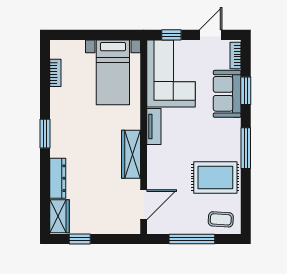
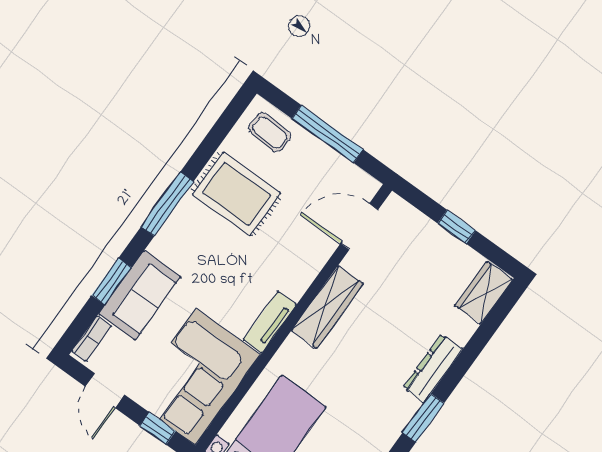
door: (211, 35) -> (105, 391), hinge flipped
dresser: (58, 178) -> (433, 368), moved
window: (80, 239) -> (457, 227), moved

